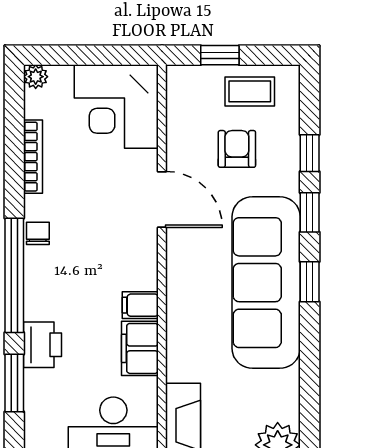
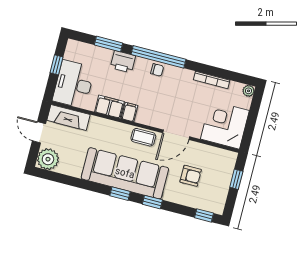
coffee table: (250, 91) -> (143, 137), moved, turned 90
window: (310, 153) -> (204, 215), moved
chair: (38, 233) -> (157, 70), moved

